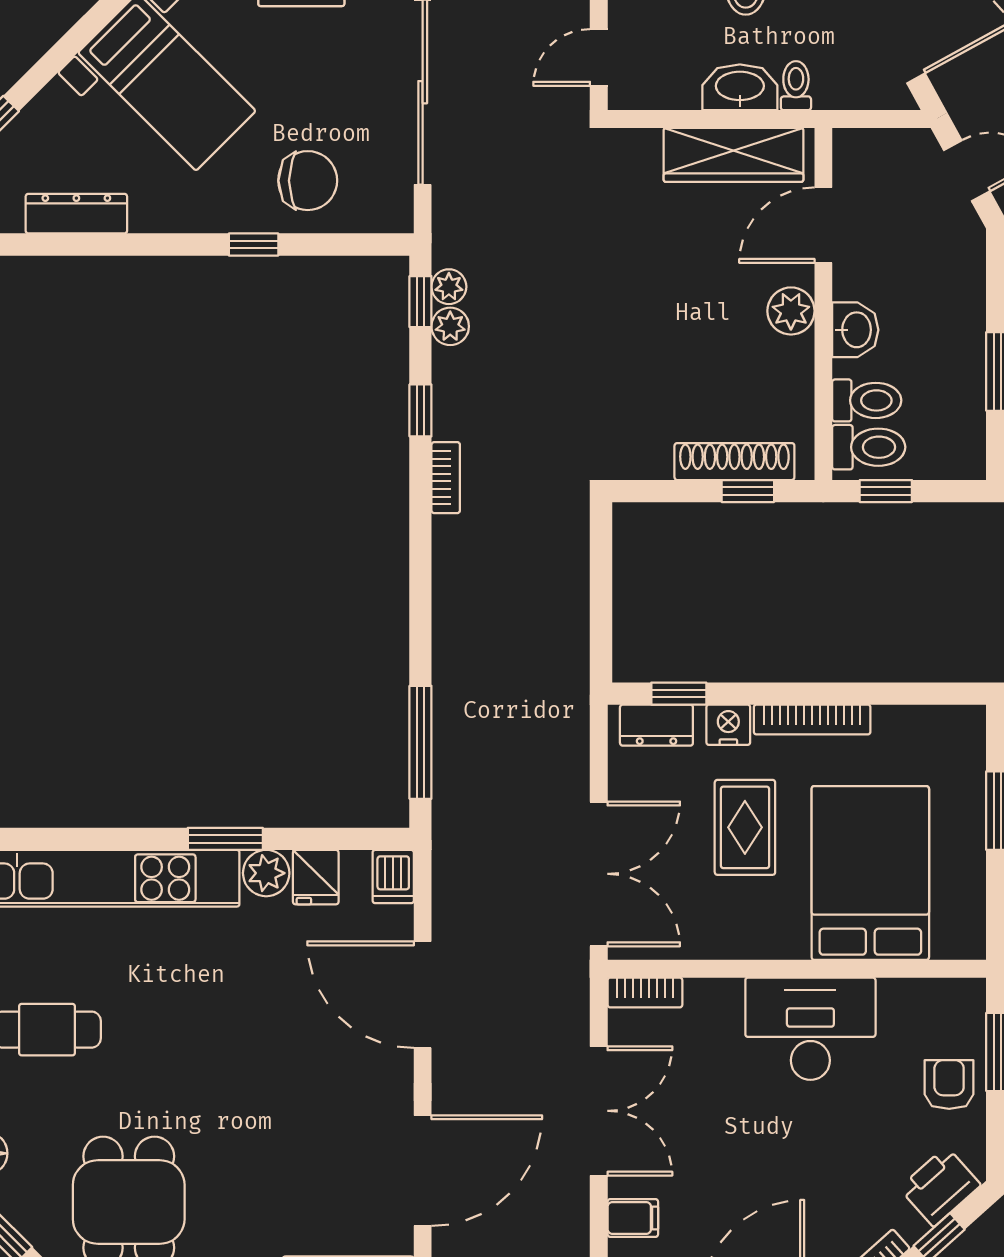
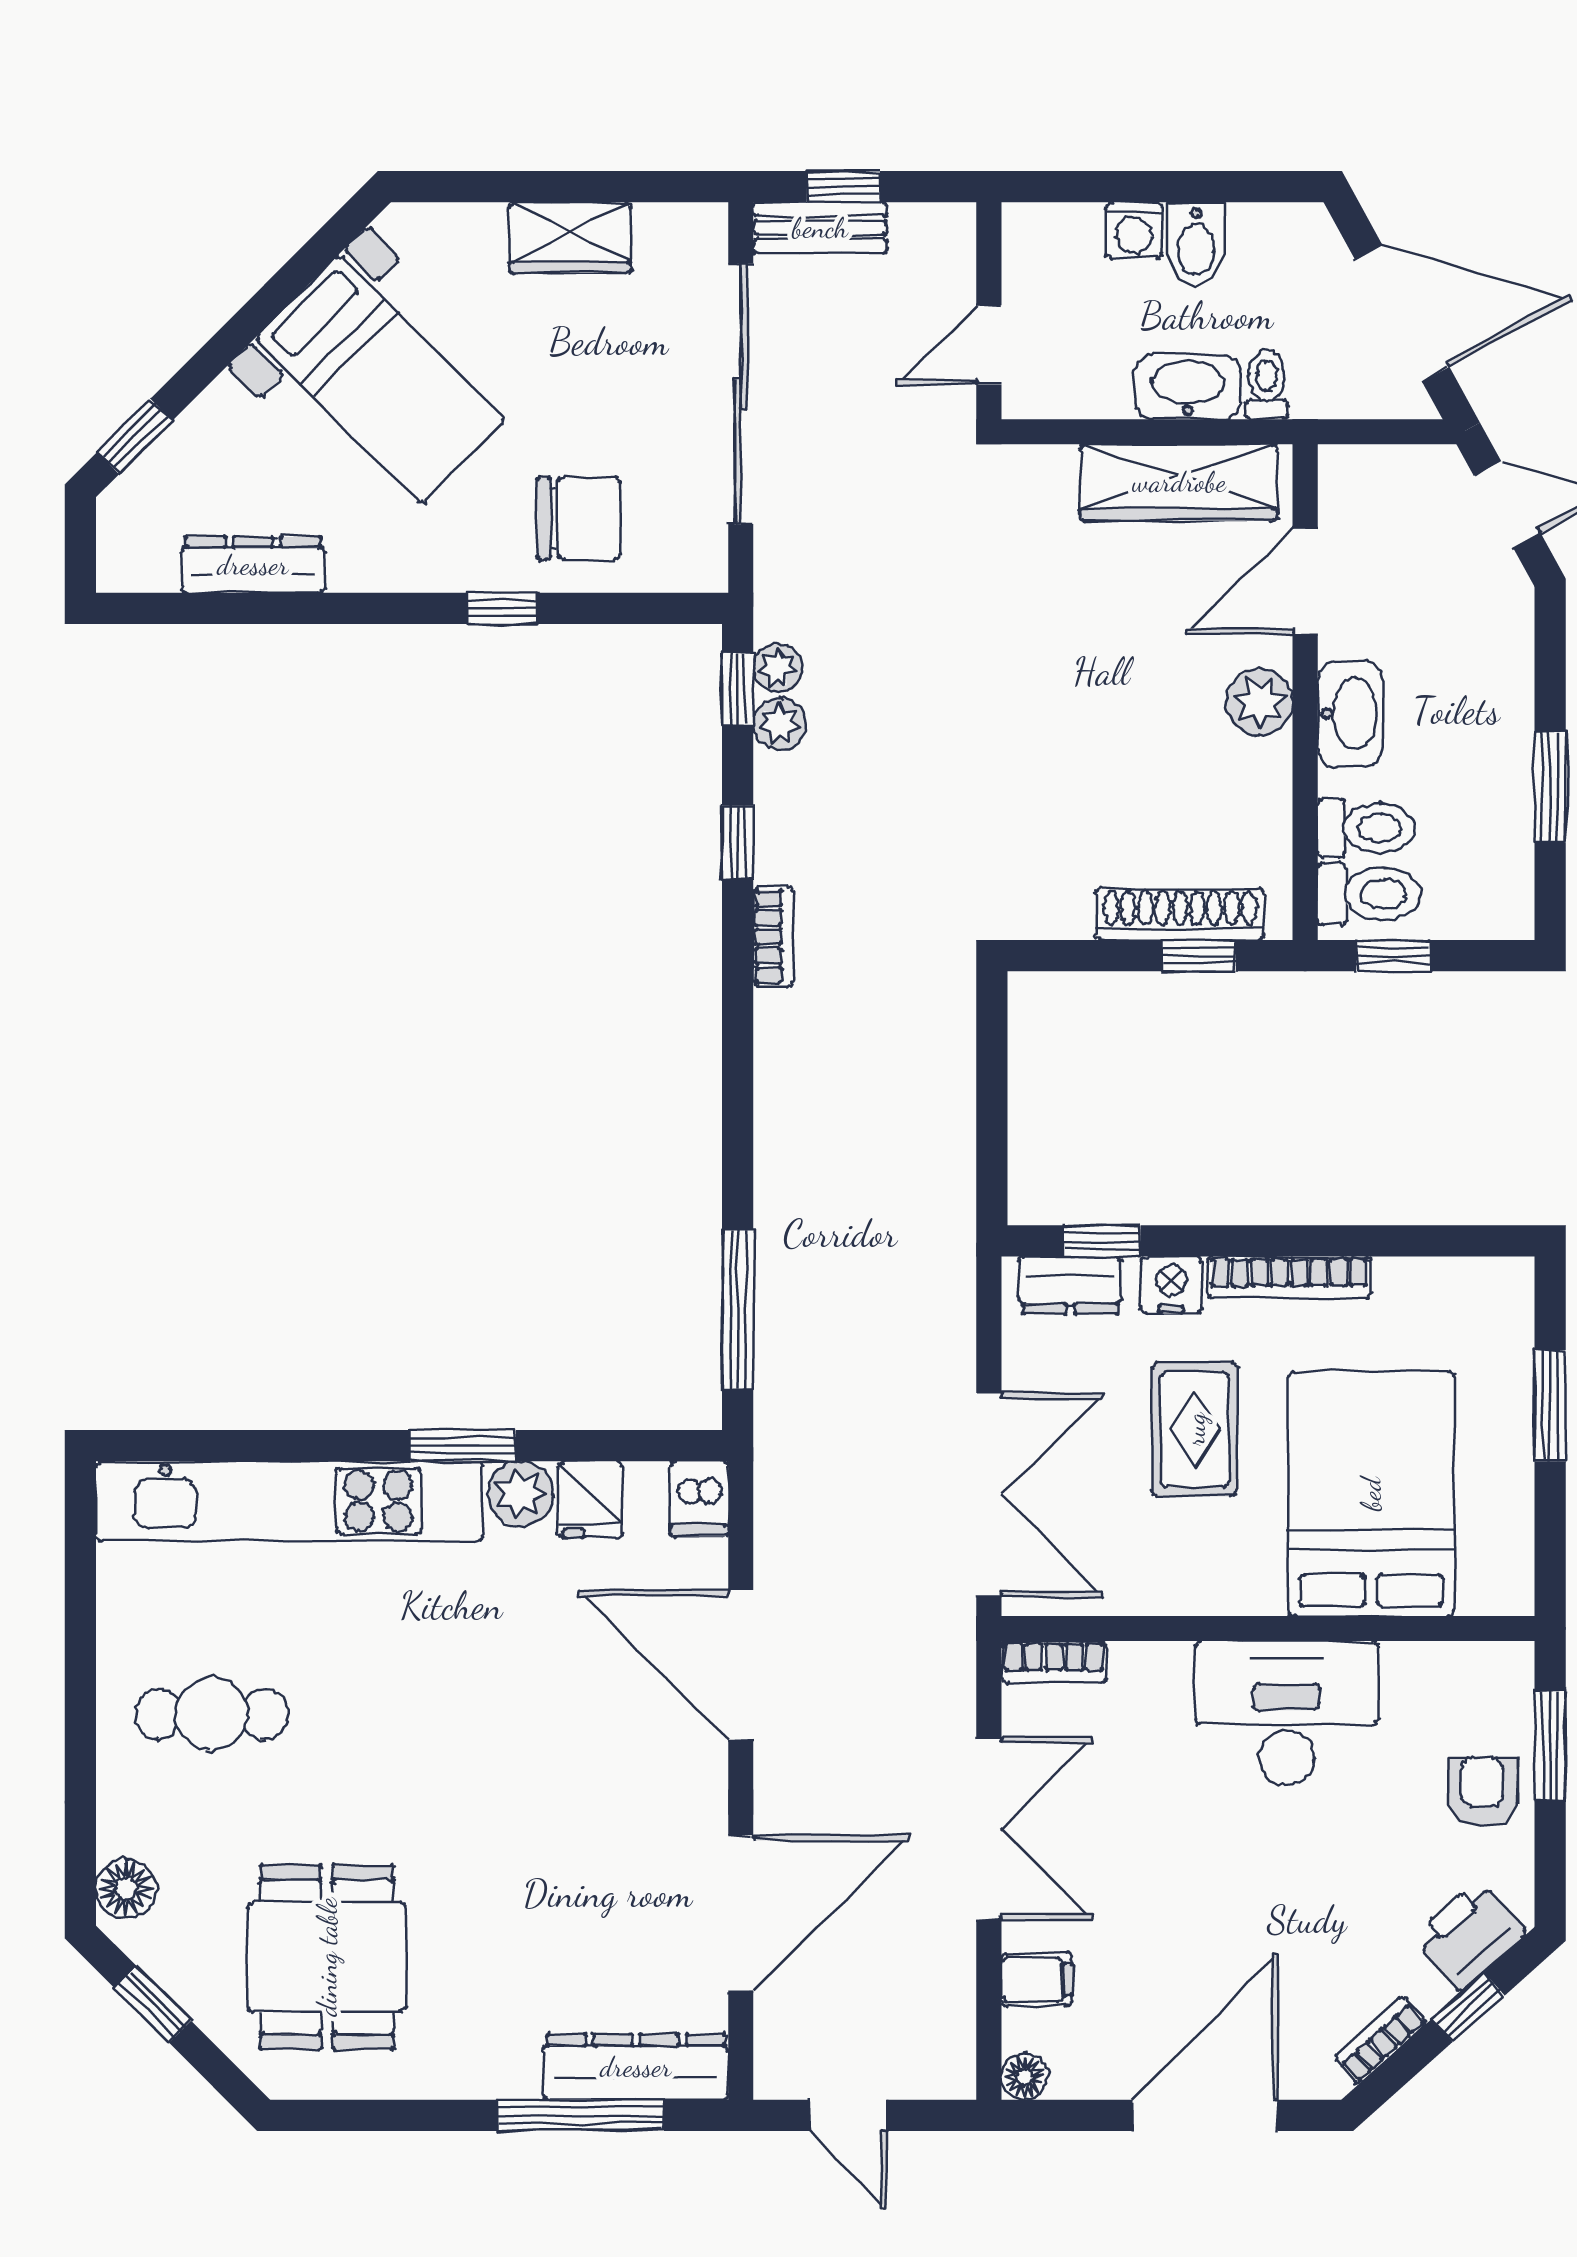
washbasin: (855, 330) -> (1350, 714), width x1.38

